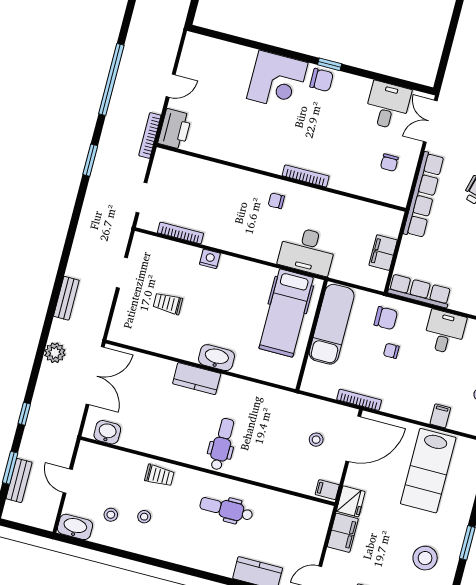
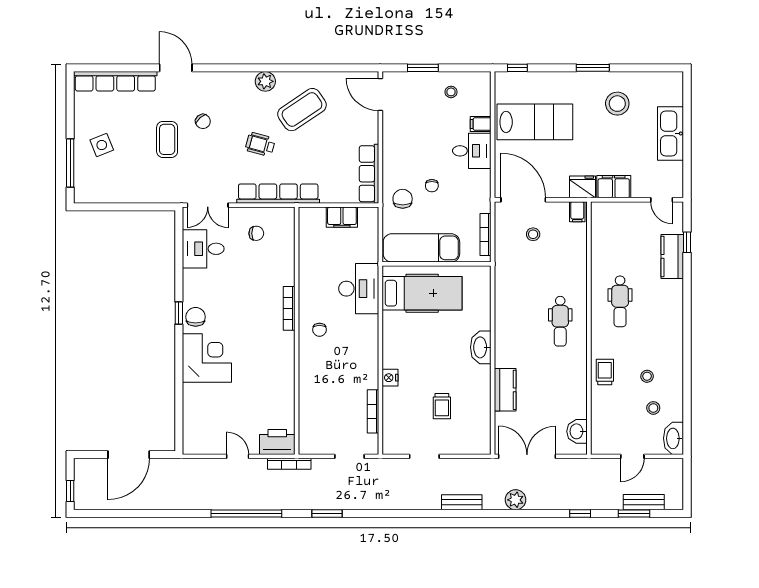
desk: (445, 332) -> (472, 151), moved, turned 180
kitchen counter: (197, 379) -> (505, 390), moved
bookcase: (359, 400) -> (485, 235), moved
dental chair: (222, 444) -> (560, 321), turned -90

